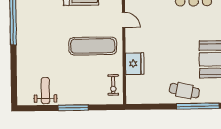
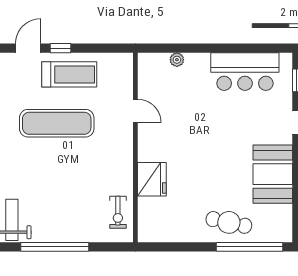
exercise mat: (93, 46) -> (57, 123), moved
window: (73, 108) -> (55, 247), width x1.46

